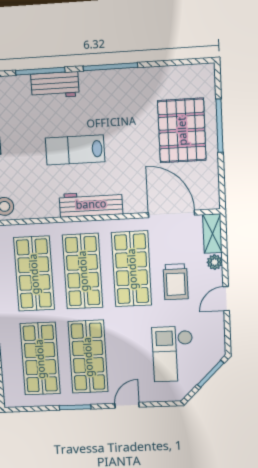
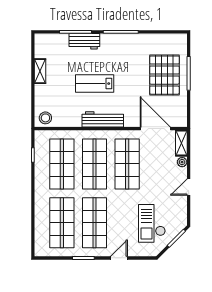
trolley: (176, 282) -> (156, 174), removed

